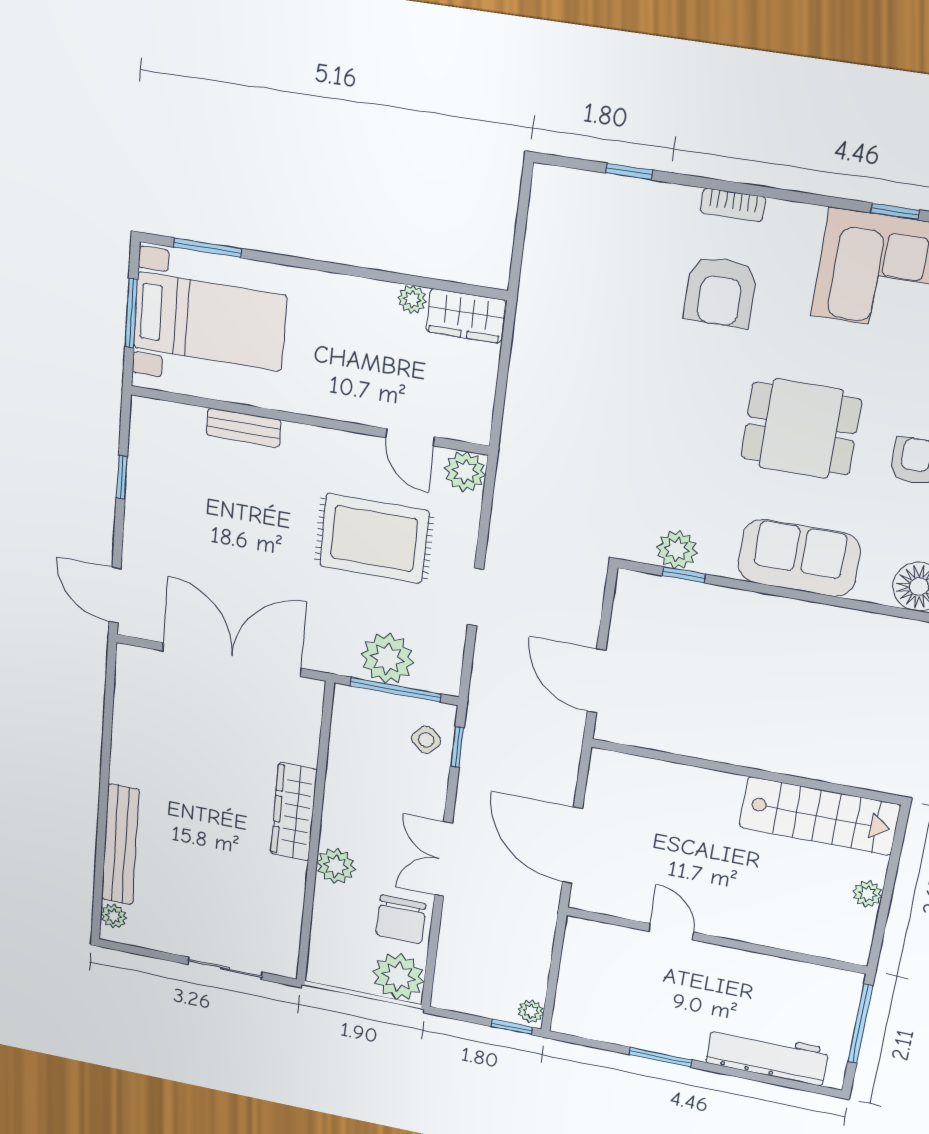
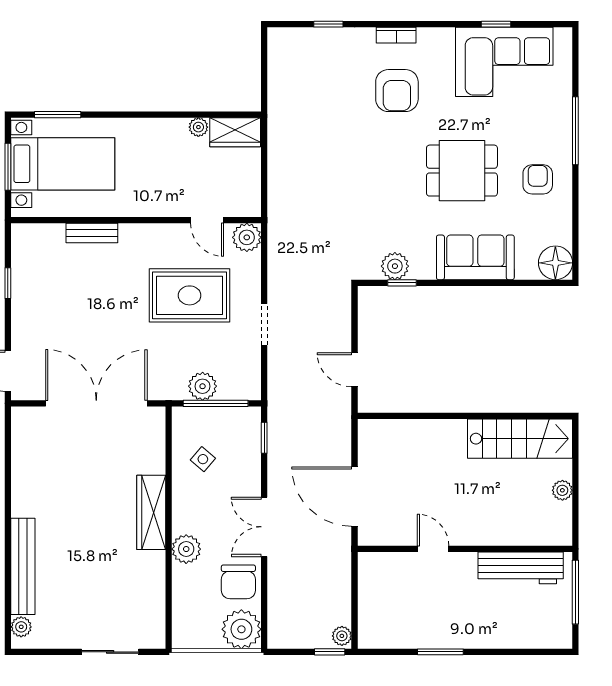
plant: (387, 658) -> (203, 386), width x0.73, depth x0.73
door: (596, 681) -> (355, 370), width x0.73
side table: (426, 740) -> (203, 459), moved
workbench: (767, 1056) -> (521, 568), moved, turned 180

